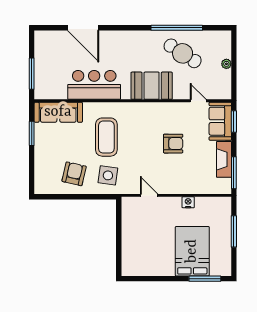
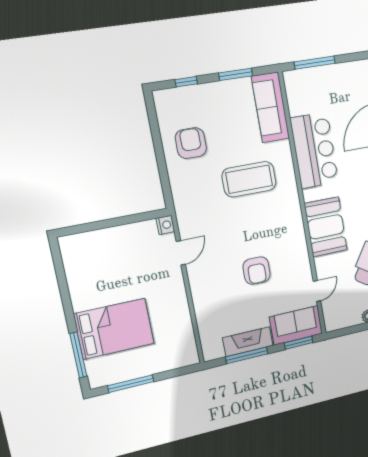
window: (32, 169) -> (186, 82), added
window: (234, 173) -> (247, 355), moved
armchair: (74, 174) -> (191, 143), turned -103
side table: (108, 175) -> (198, 191), removed
nightstand: (188, 202) -> (165, 225), moved
window: (234, 231) -> (131, 384), moved

